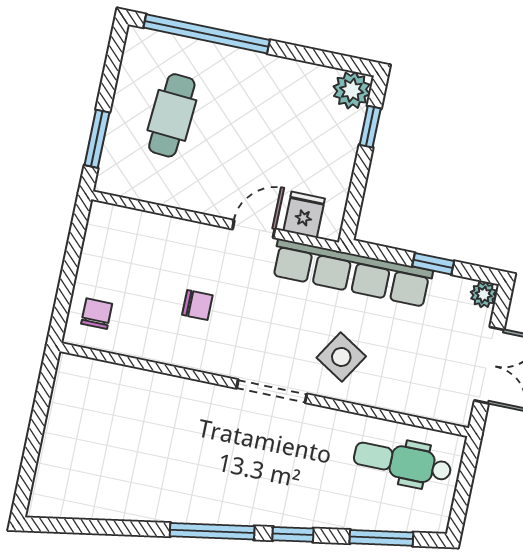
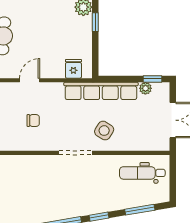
door: (254, 229) -> (30, 80), moved
window: (433, 264) -> (153, 79), moved
plant: (484, 295) -> (145, 88), moved

